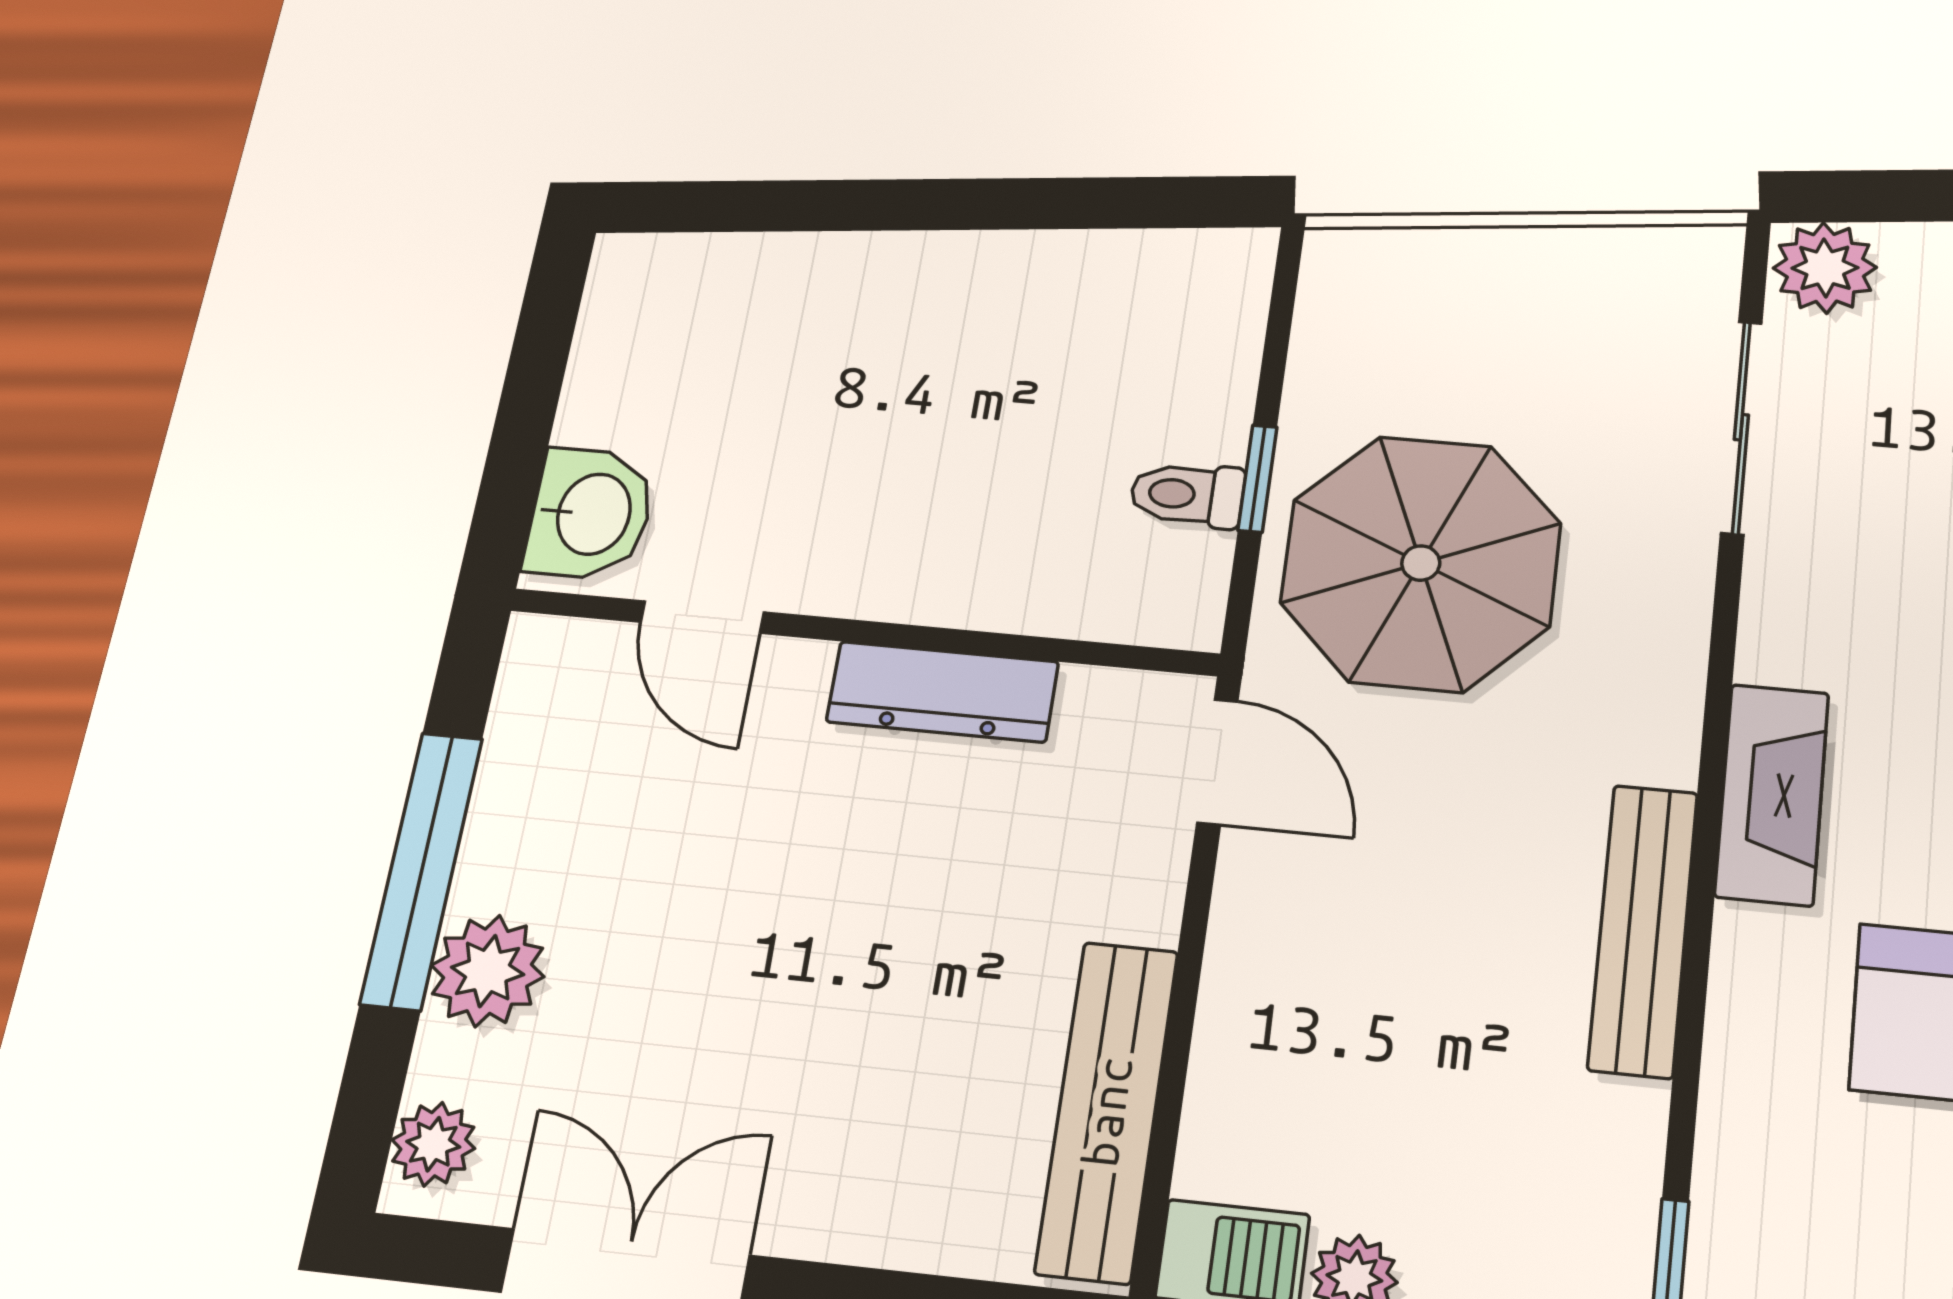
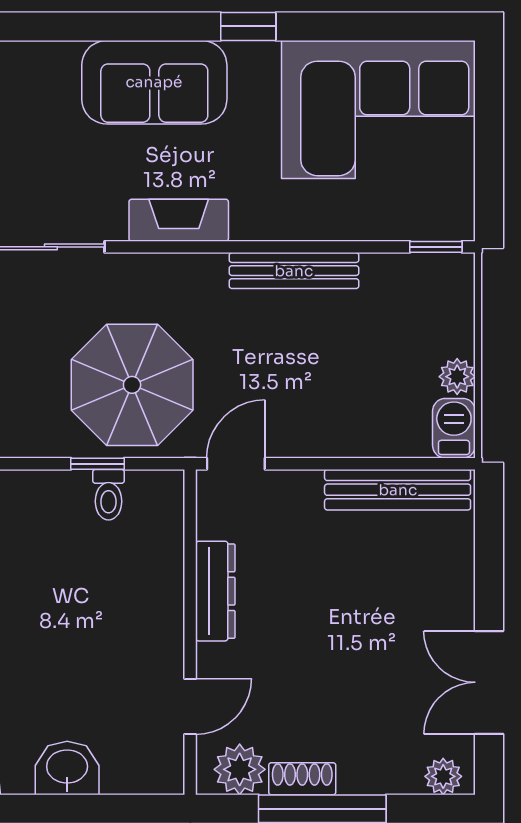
washbasin: (590, 514) -> (67, 768), moved
fireplace: (1772, 794) -> (179, 220), moved
shoe rack: (497, 834) -> (302, 779), added
plant: (488, 971) -> (240, 769), moved

